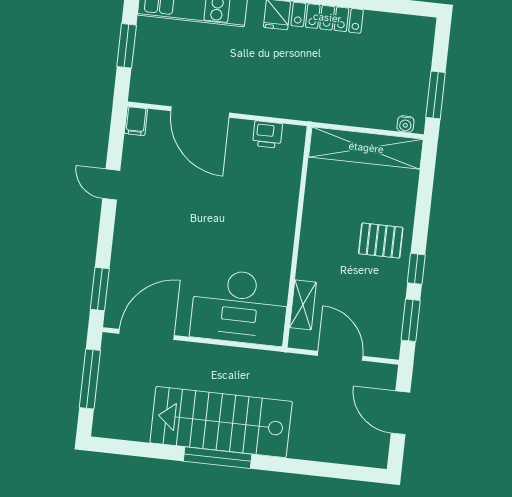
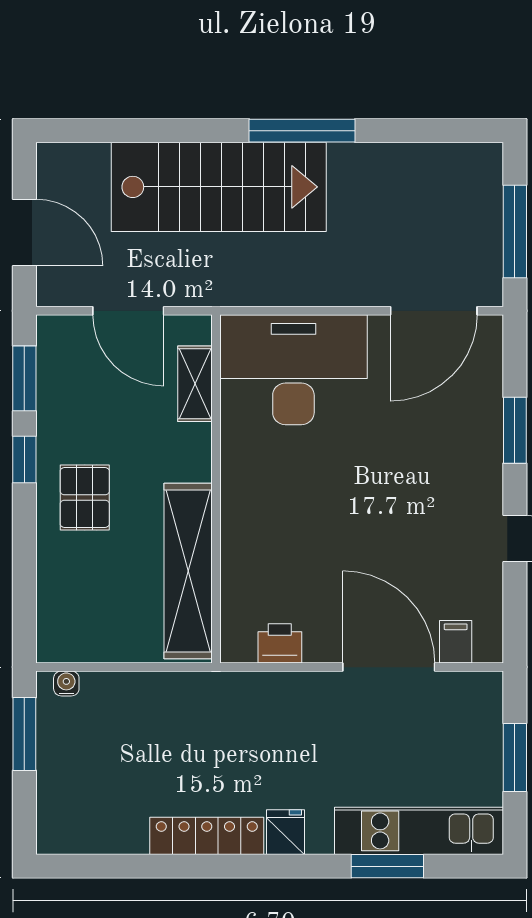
filing cabinet: (136, 121) -> (456, 642), moved
shelving: (366, 148) -> (188, 571), moved, turned 90
pallet: (381, 241) -> (85, 497), turned 90
window: (100, 289) -> (515, 430), moved
stairs: (221, 422) -> (219, 187), moved

